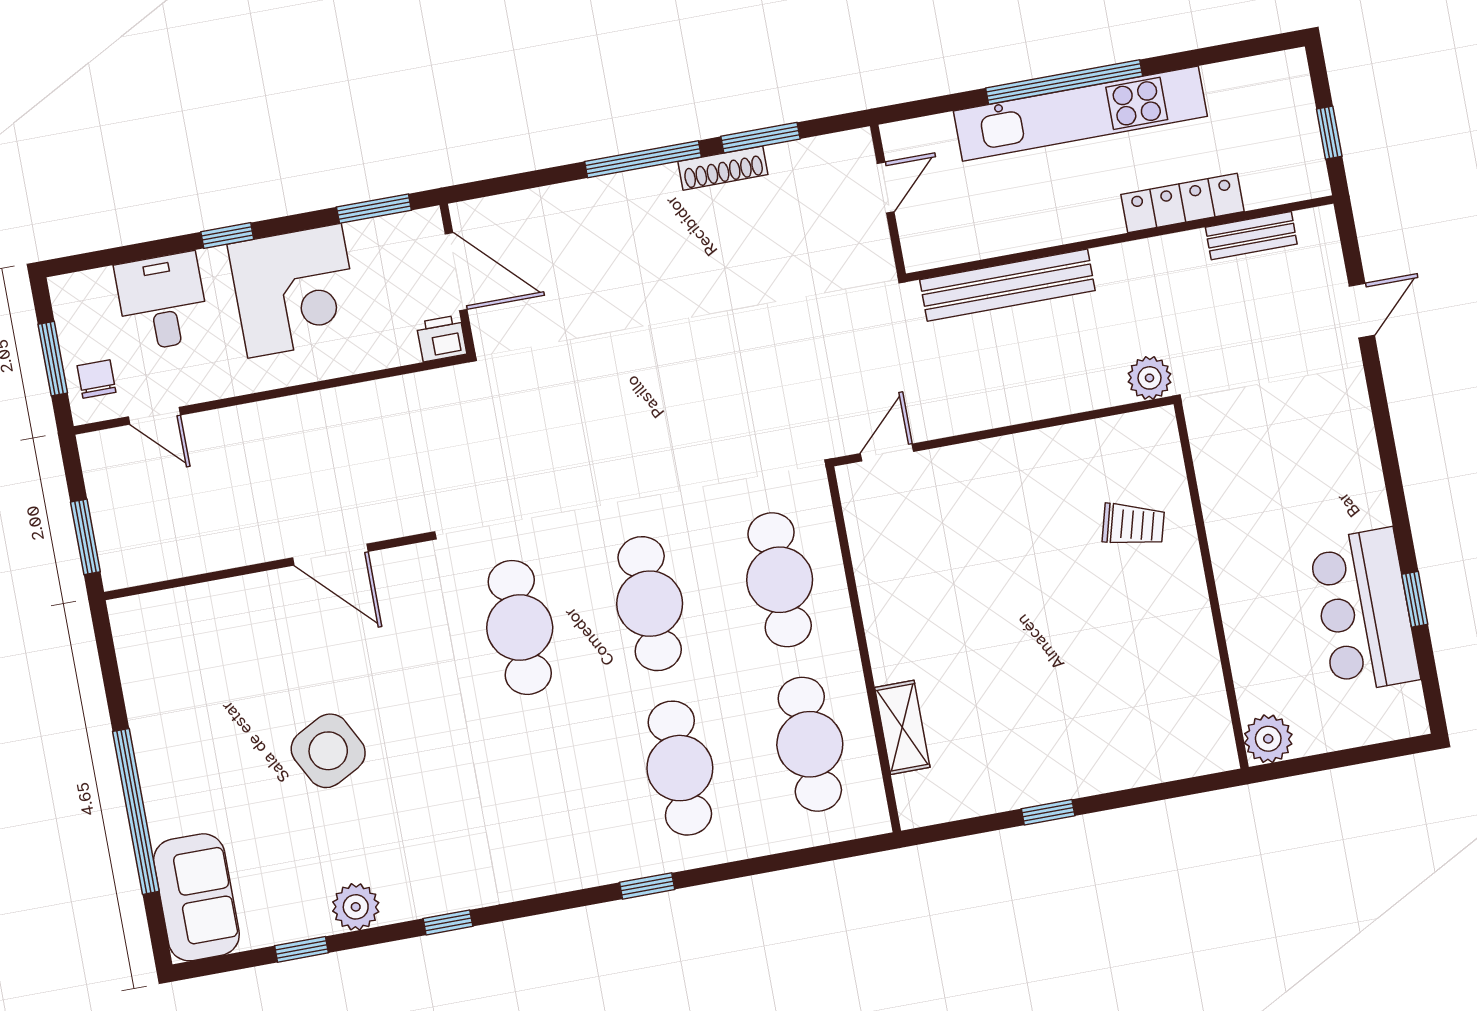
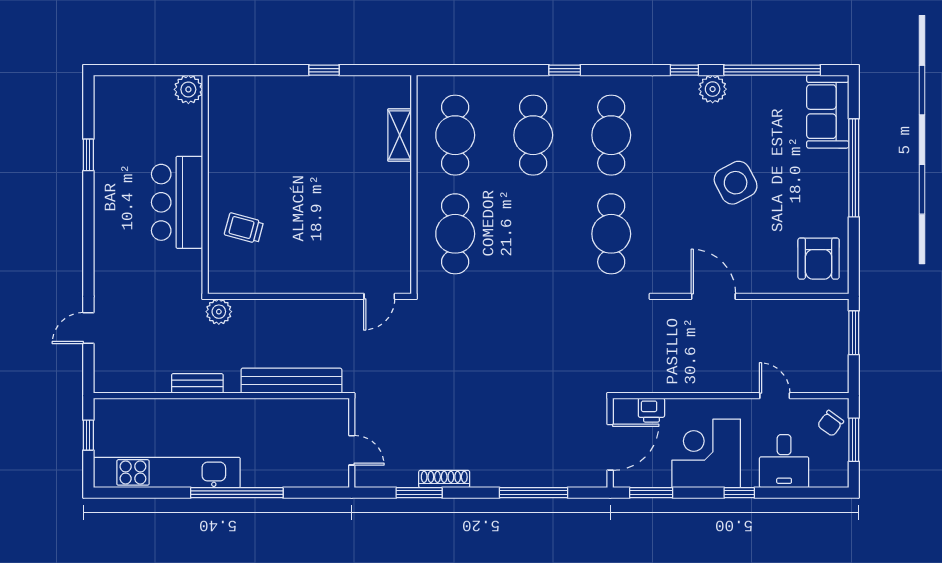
kitchen unit: (1080, 114) -> (167, 472), moved
window: (643, 159) -> (534, 493), moved
door: (886, 188) -> (352, 450), swing flipped
locker: (1182, 203) -> (181, 410), removed
bench: (1251, 236) -> (197, 383), moved
door: (456, 272) -> (610, 447), swing flipped
printer: (441, 338) -> (651, 410), moved
chair: (96, 379) -> (830, 423), turned 36
door: (154, 416) -> (775, 396), moved
cafe table: (650, 604) -> (611, 135), moved
bar counter: (1364, 611) -> (177, 202), moved, turned 180
armchair: (167, 650) -> (819, 259), added
plant: (356, 907) -> (713, 89), moved
window: (301, 949) -> (772, 70), width x3.17

